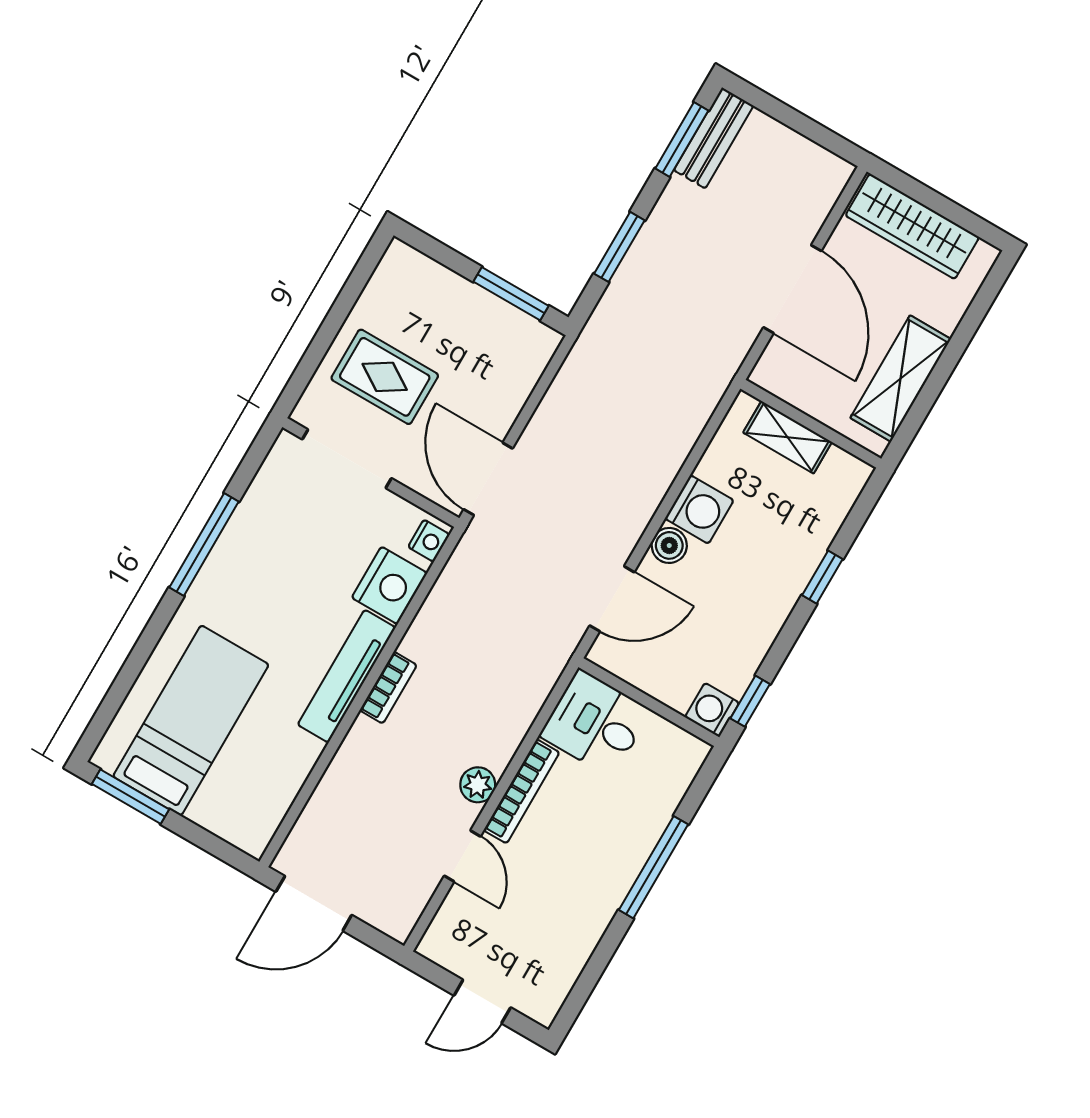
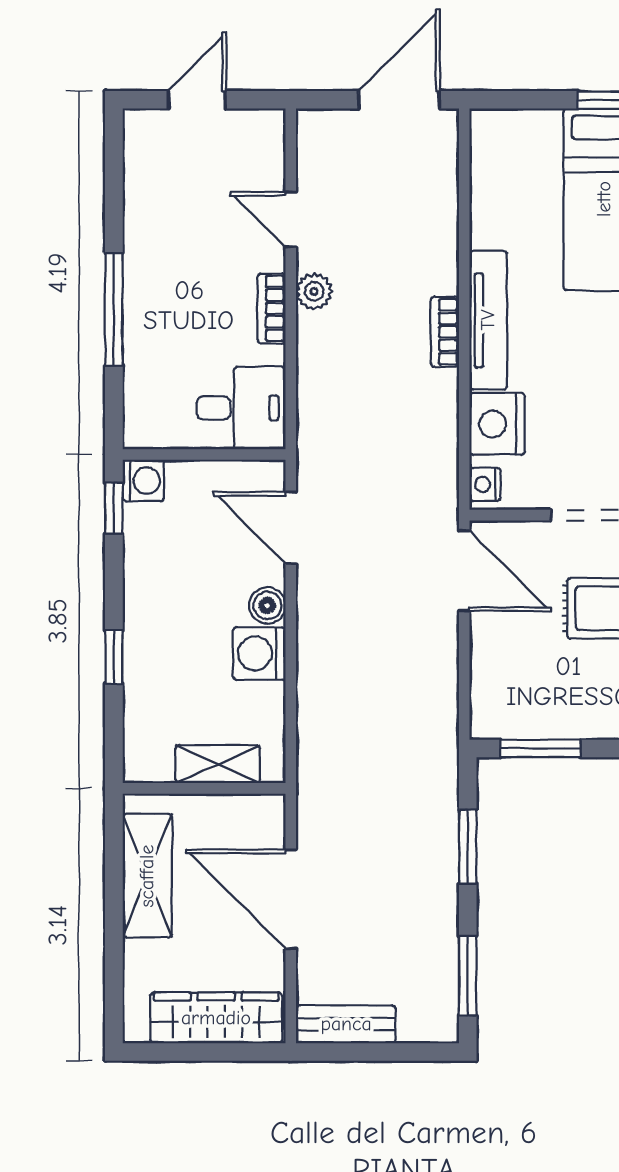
bench: (714, 138) -> (346, 1024), moved, turned 90
door: (612, 599) -> (291, 528), hinge flipped
bookcase: (522, 791) -> (272, 308), width x0.64

